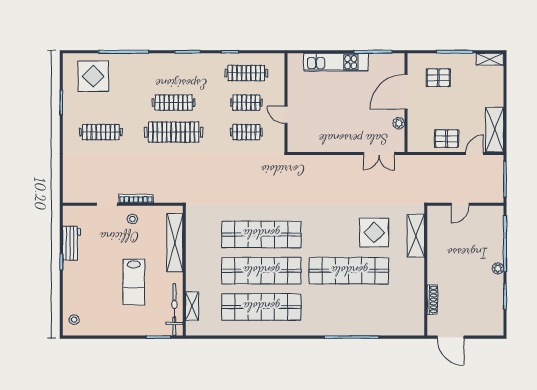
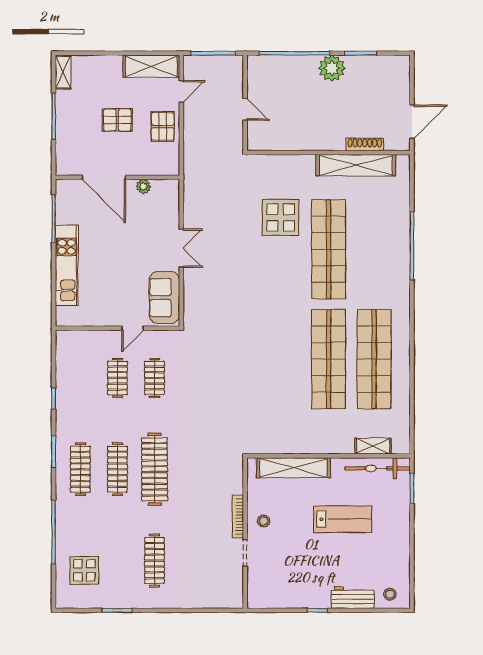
clothes rail: (246, 73) -> (80, 469), moved
display table: (93, 76) -> (84, 570), width x0.73, depth x0.73
pallet: (438, 78) -> (117, 120), moved, turned 90
sofa: (310, 140) -> (164, 298), added
double door: (379, 153) -> (181, 248), moved
door: (475, 153) -> (181, 91), swing flipped
shop shelf: (261, 234) -> (283, 359), removed
shelving: (416, 236) -> (356, 165), moved, width x1.47
workbench: (71, 243) -> (353, 598), moved
plant: (498, 268) -> (332, 68), width x1.87, depth x1.87

